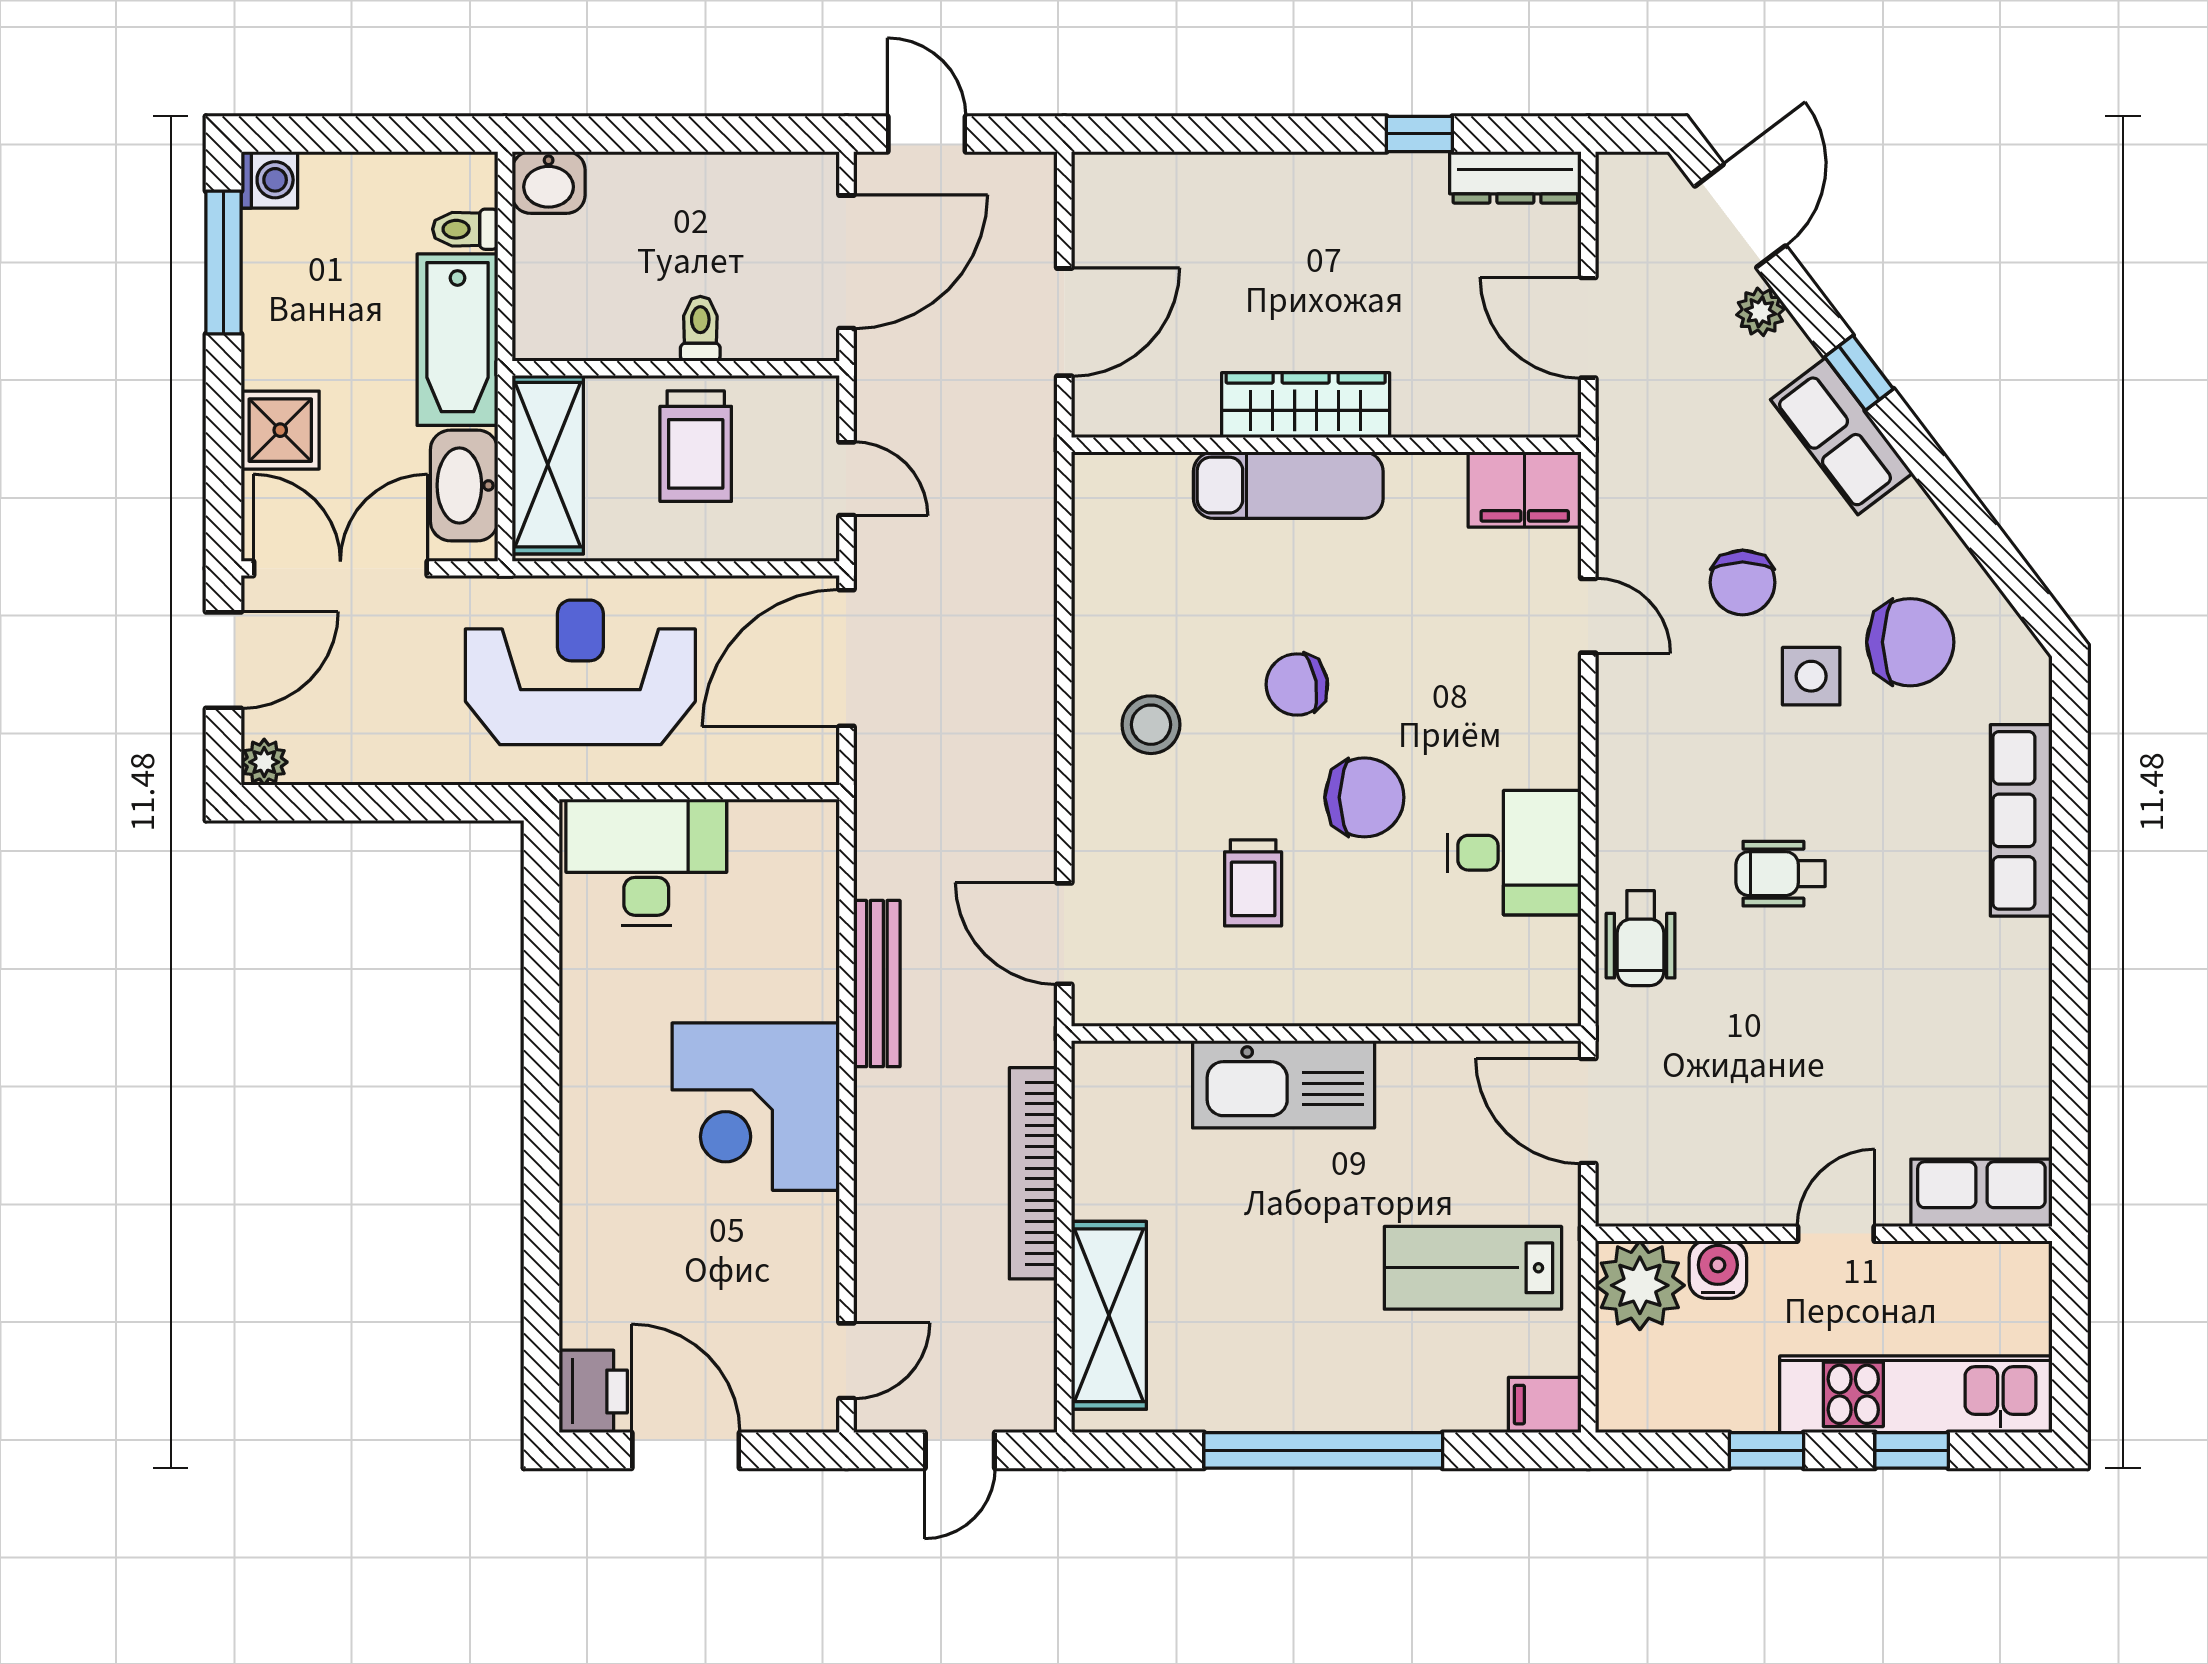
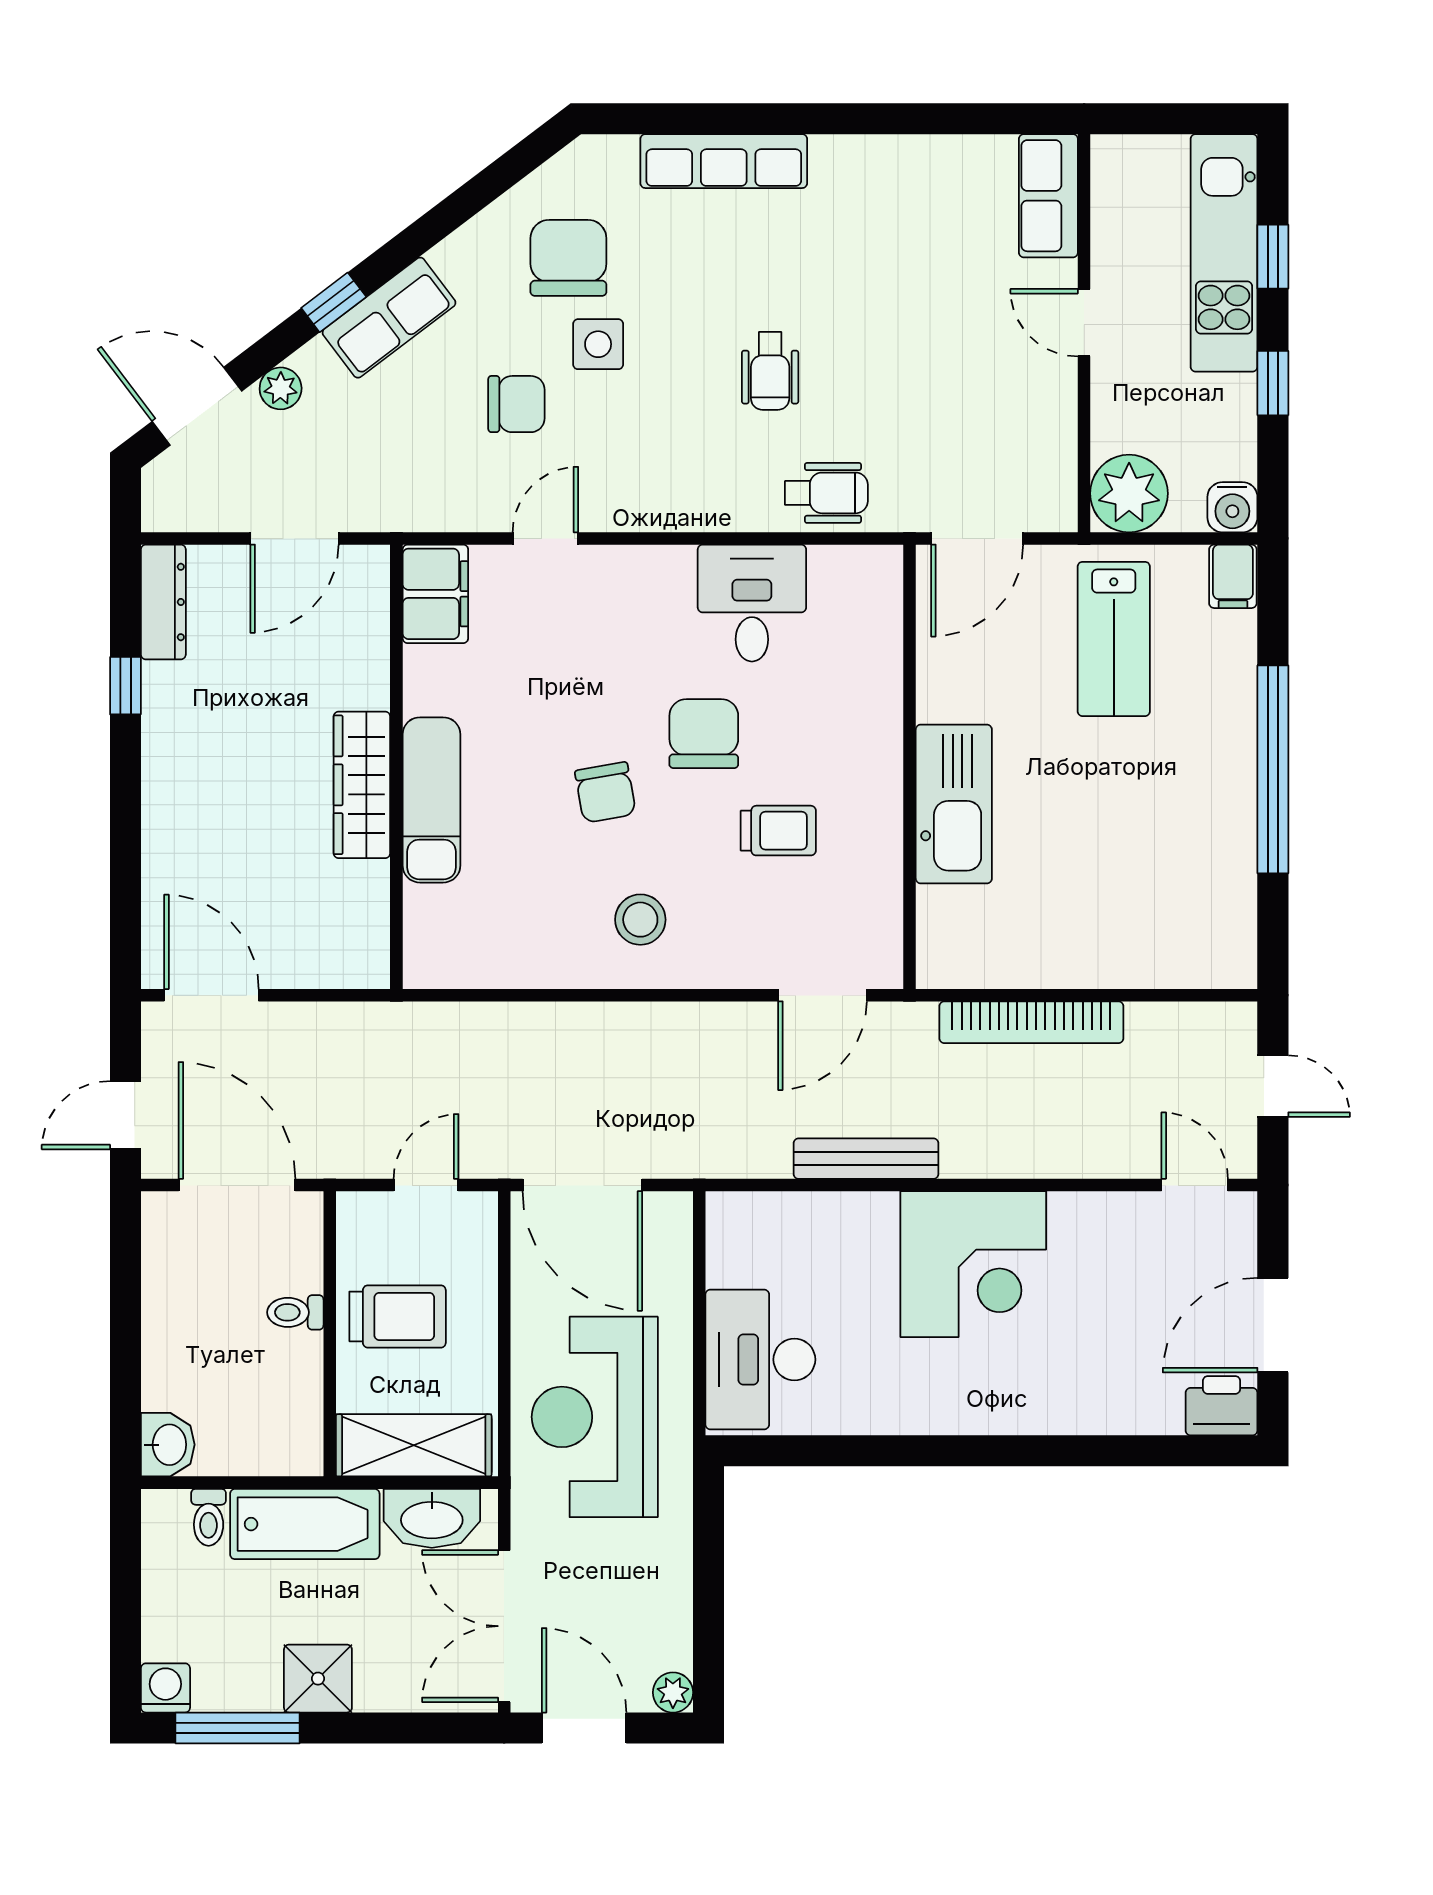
door: (1064, 322) -> (211, 995), moved
shower: (280, 430) -> (318, 1679), moved
water cooler: (1718, 1270) -> (1232, 507), moved, turned -90
shelving: (1109, 1315) -> (1155, 956), removed

